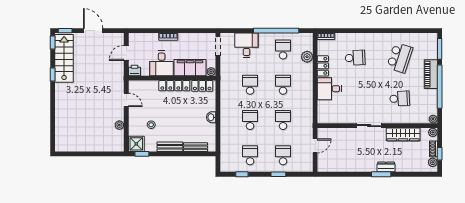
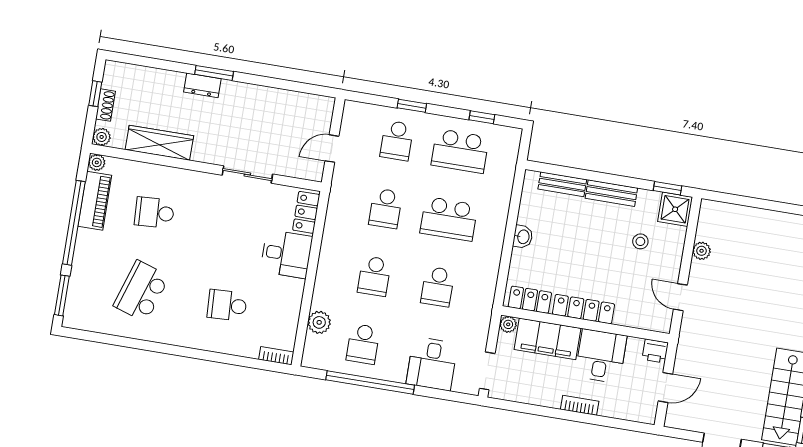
locker: (323, 66) -> (306, 212), moved
piano: (431, 74) -> (95, 201), moved
school desk: (250, 120) -> (449, 219), width x1.85
sliding door: (369, 126) -> (247, 175), moved
school desk: (250, 155) -> (460, 151), width x1.85
plant: (433, 162) -> (111, 79), removed

